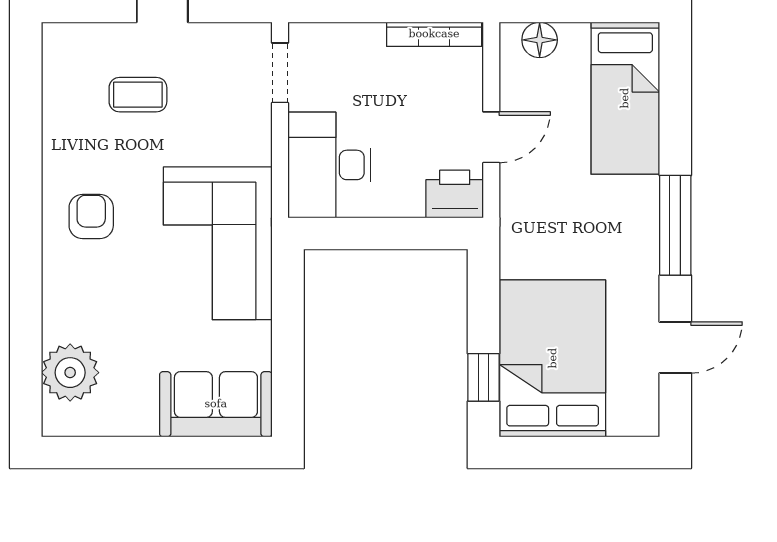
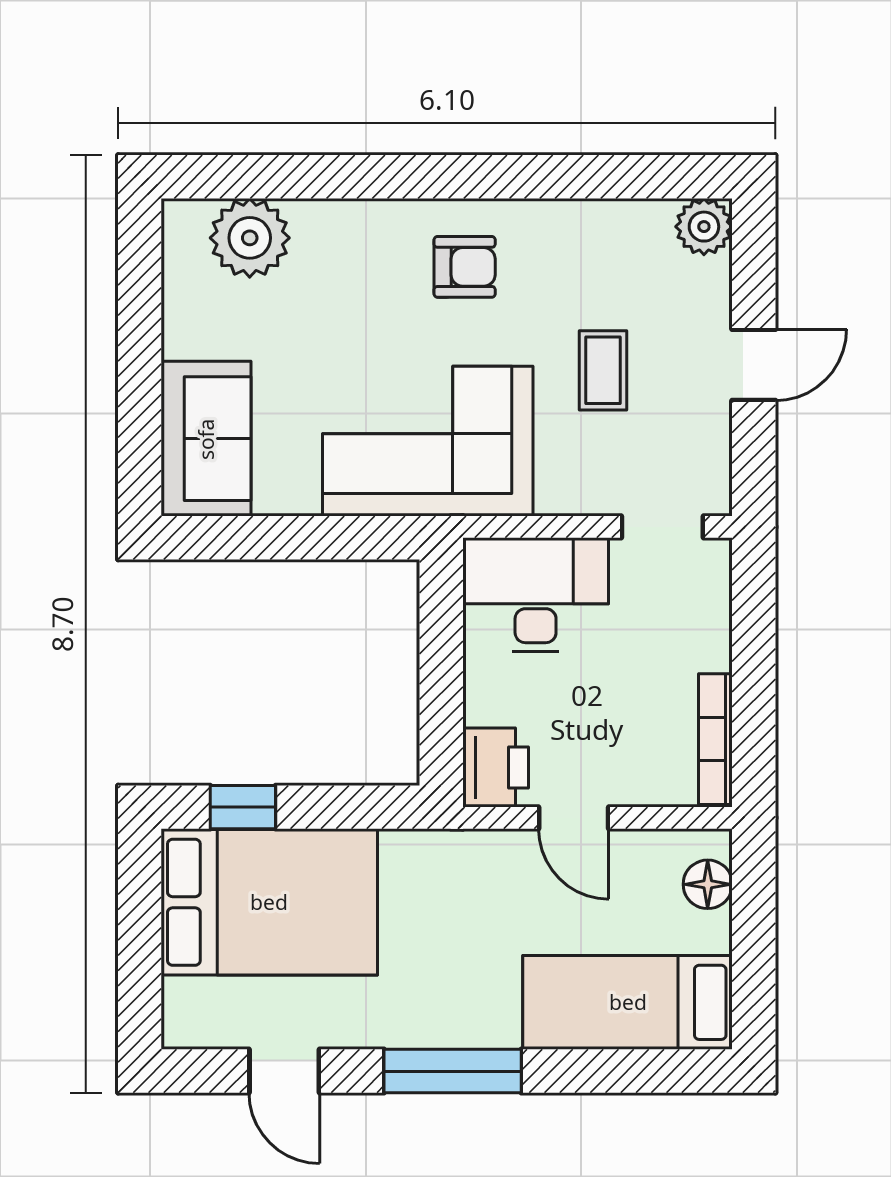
plant: (62, 43) -> (704, 227), added
coffee table: (138, 95) -> (603, 370), moved

